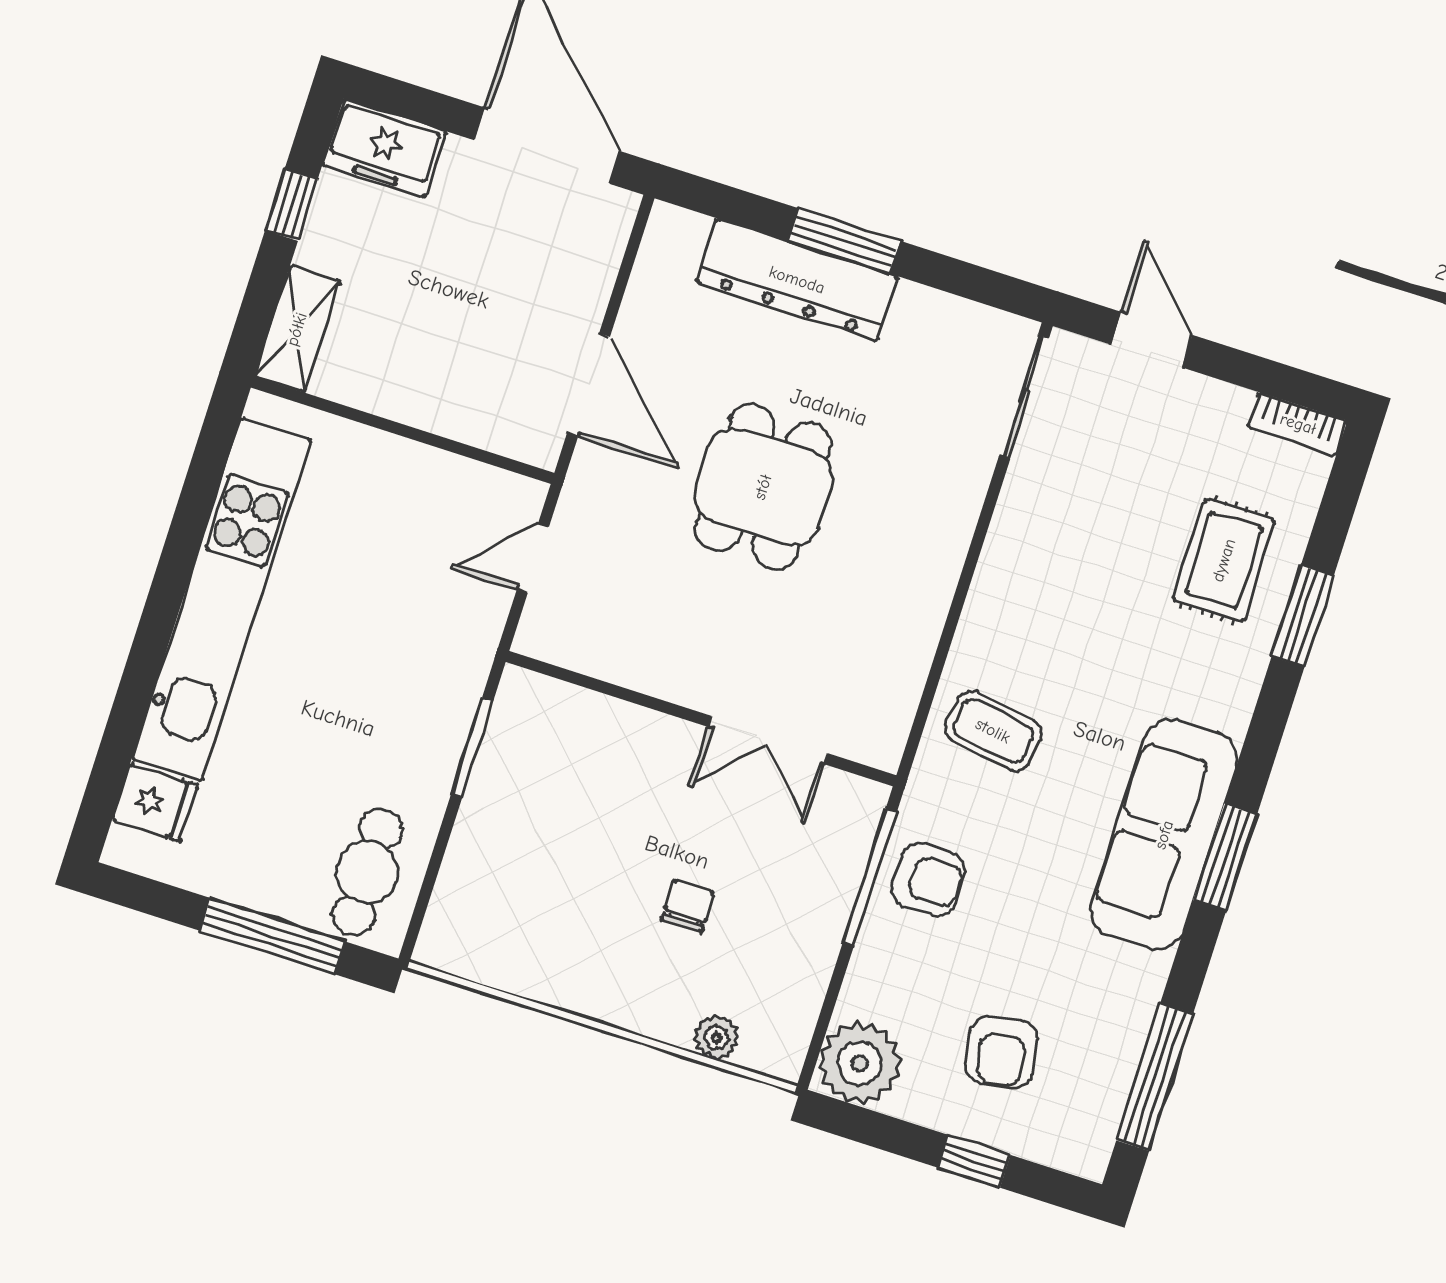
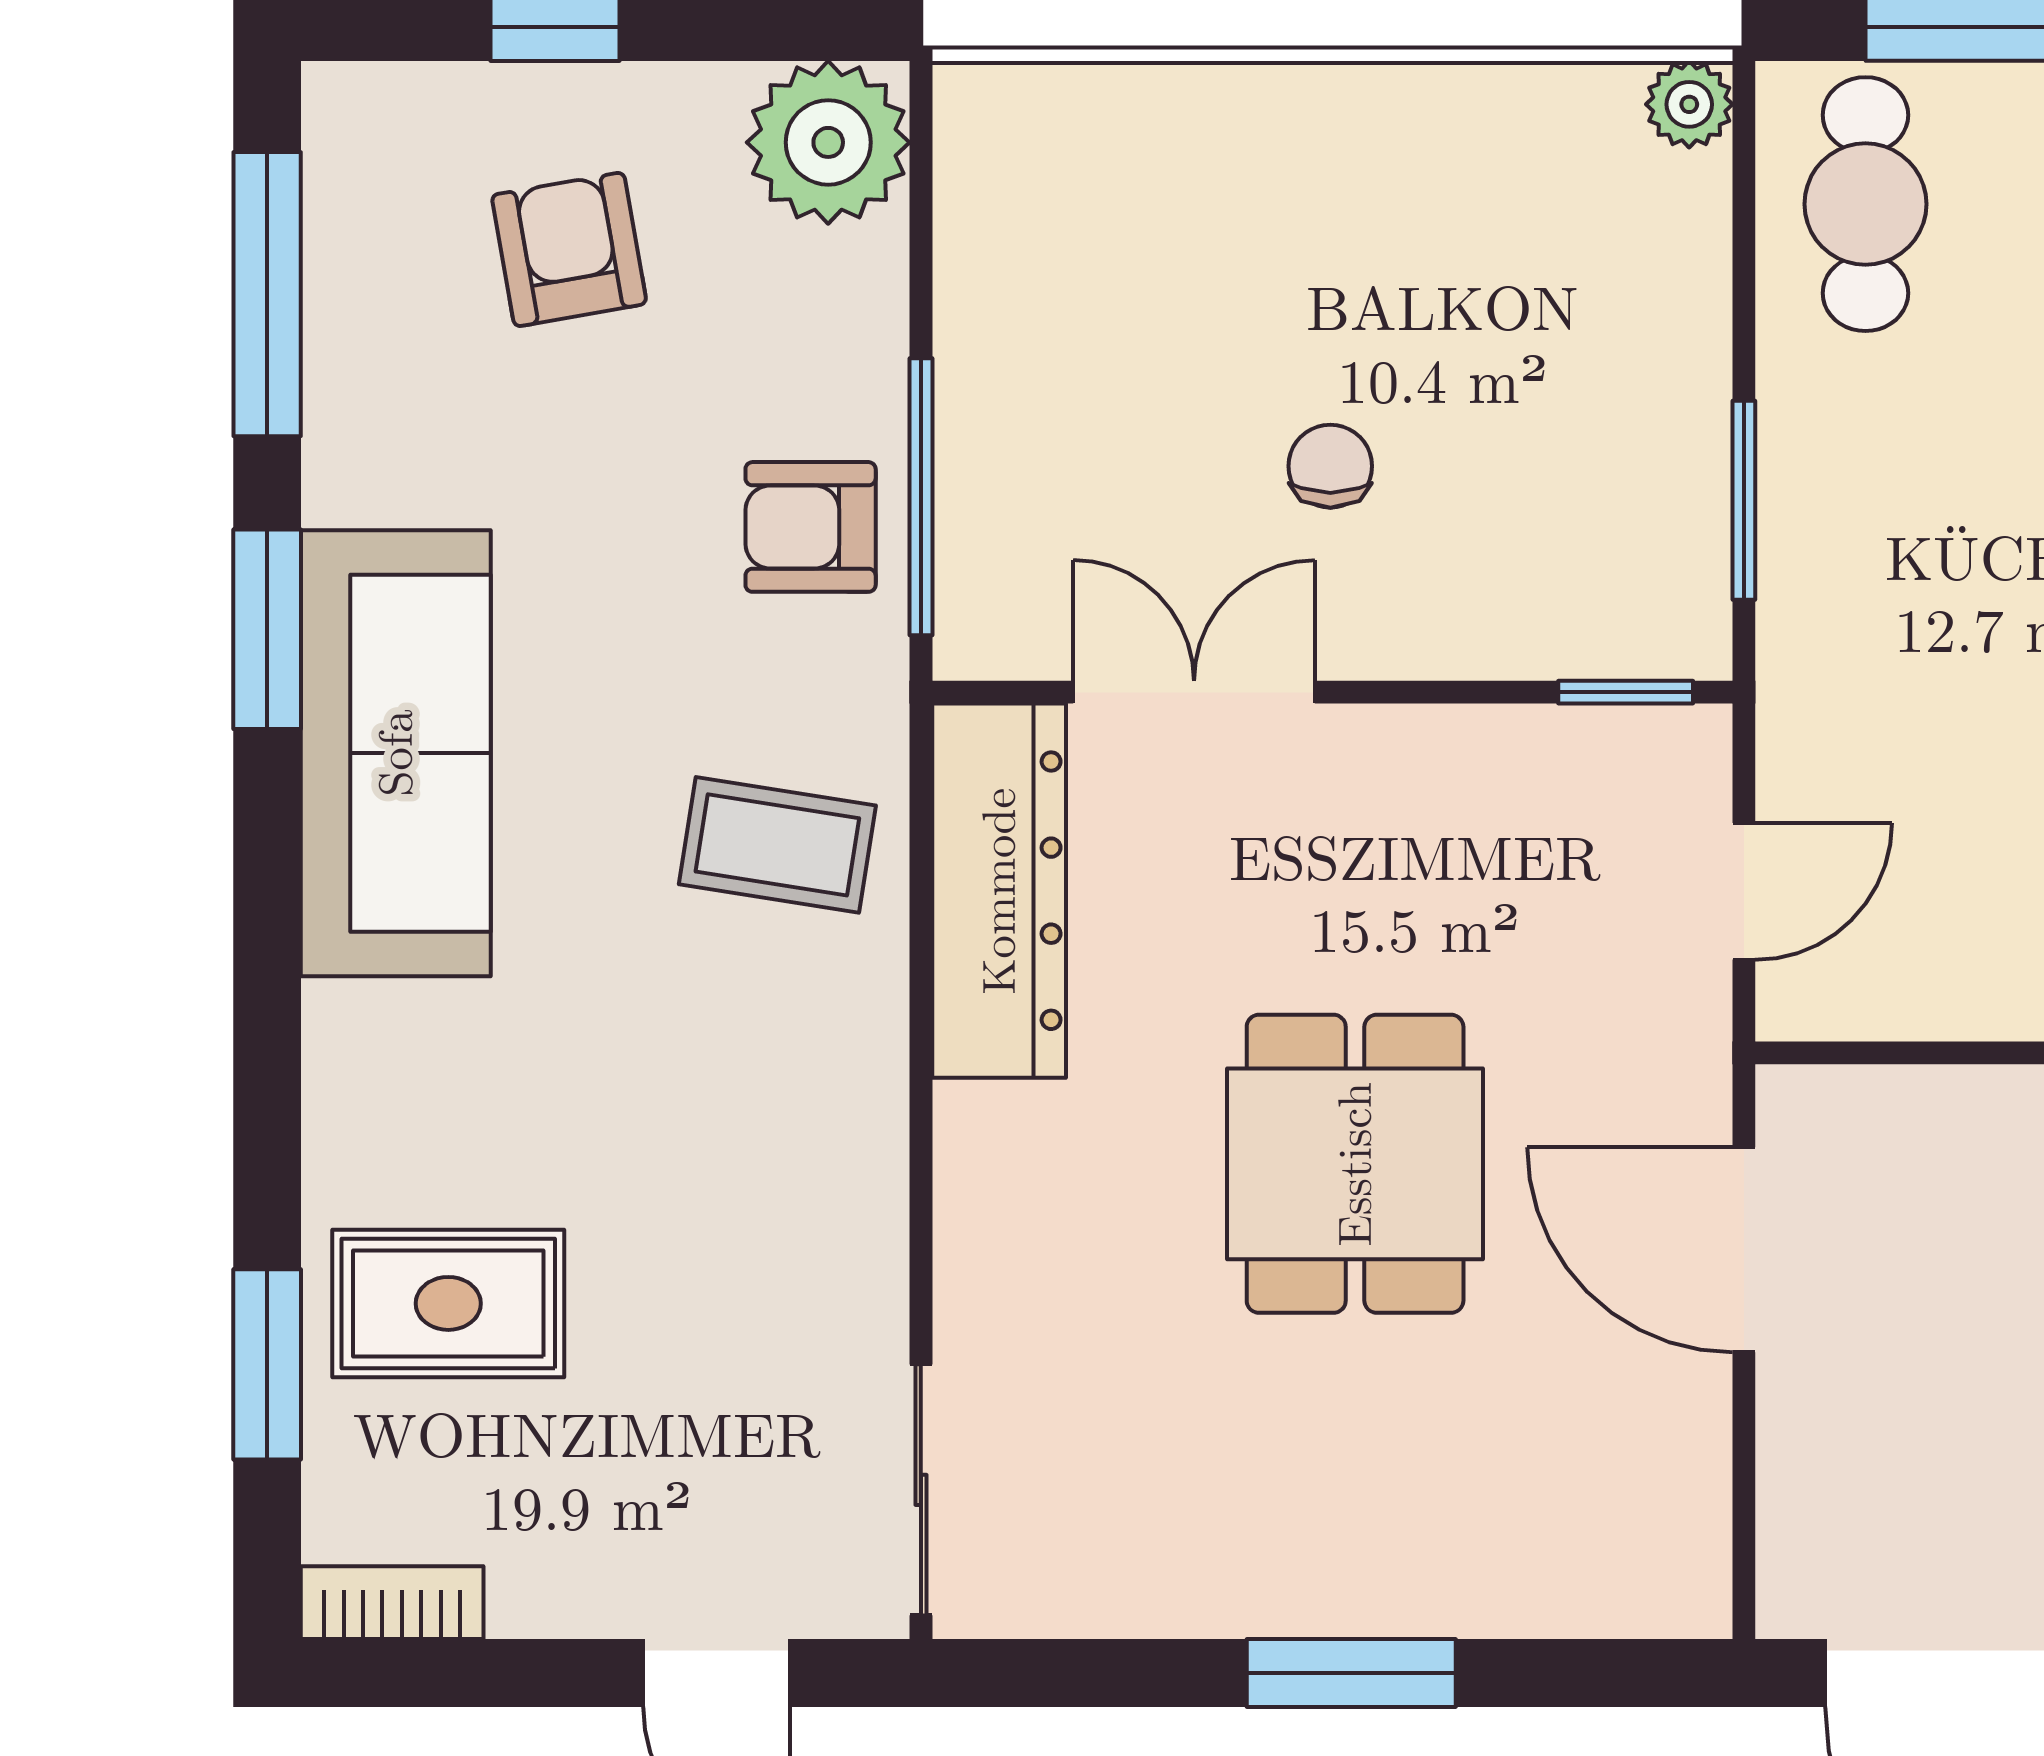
dresser: (797, 280) -> (999, 891), moved, turned 90
rug: (1224, 560) -> (448, 1303), turned 90
window: (1303, 616) -> (267, 1364), moved
window: (559, 673) -> (1626, 692), added
window: (1225, 857) -> (267, 629), moved
chair: (688, 906) -> (1330, 466), moved, turned 180
plant: (717, 1037) -> (1689, 104), moved

